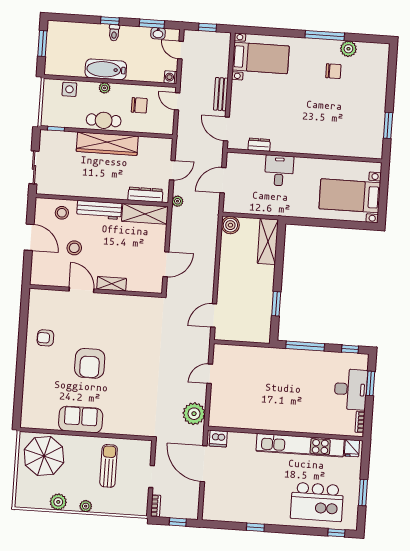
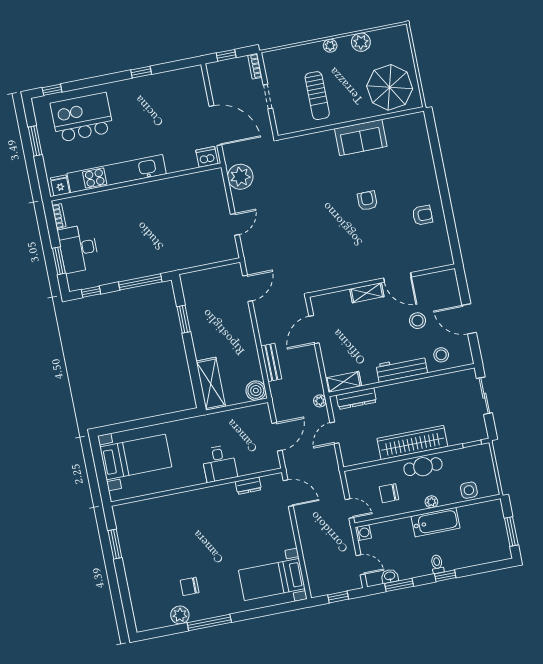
bench: (221, 94) -> (271, 362), moved
shelving: (145, 214) -> (343, 382), width x0.67, depth x0.75
armchair: (90, 363) -> (367, 201), width x0.53, depth x0.53

